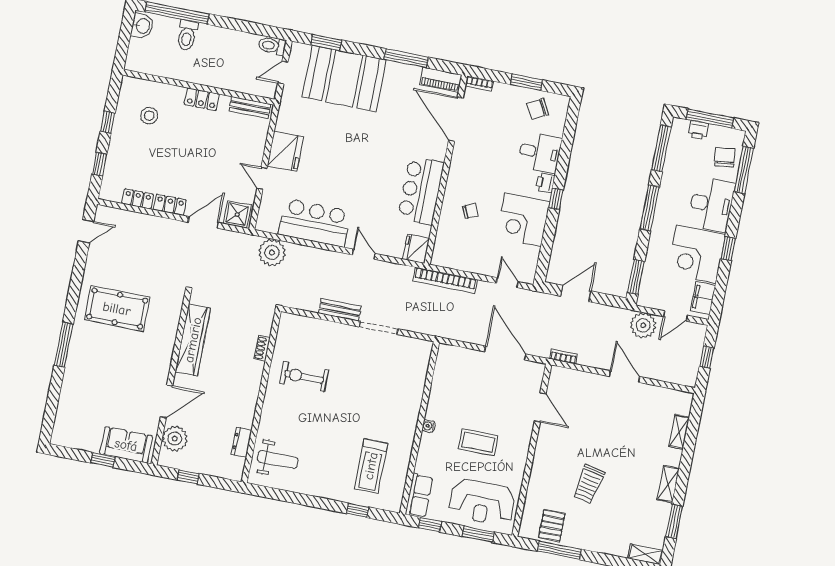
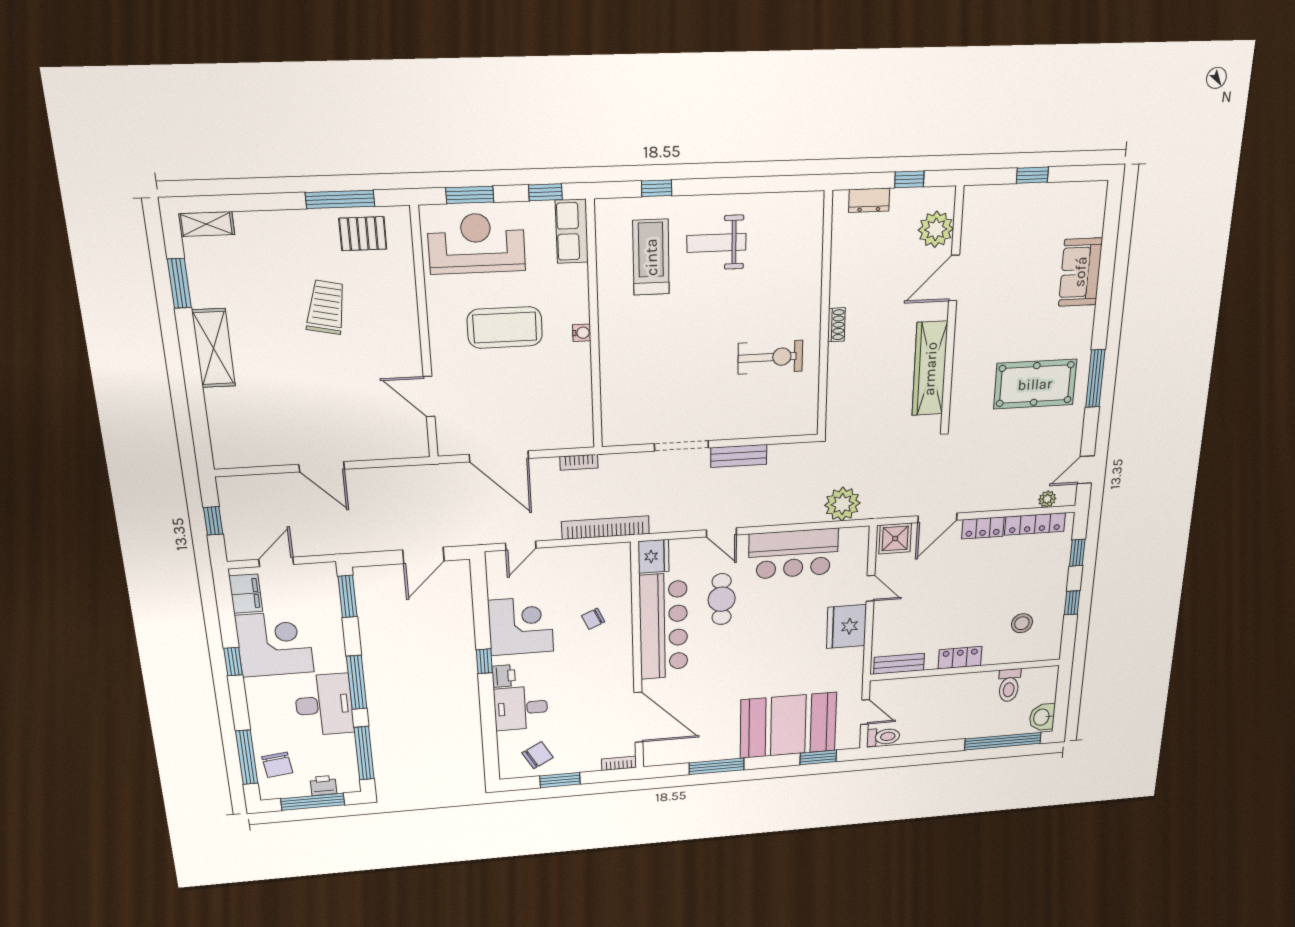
toilet: (187, 35) -> (1009, 685), moved, turned 180
door: (283, 73) -> (865, 712), hinge flipped
piano: (441, 80) -> (668, 755), removed
bar counter: (421, 190) -> (664, 626), width x1.36
locker: (138, 199) -> (1035, 524), width x1.53
cafe table: (374, 201) -> (722, 599), added
desk: (711, 204) -> (324, 705), moved, turned 180
door: (507, 283) -> (521, 546), hinge flipped
plant: (643, 325) -> (1047, 499), moved, width x0.53, depth x0.53
window: (64, 345) -> (1095, 378), moved
shoe rack: (262, 348) -> (836, 325), moved
bookcase: (563, 356) -> (579, 462), moved
shelving: (679, 432) -> (217, 412), removed
dresser: (241, 442) -> (869, 200), moved, turned 90
coffee table: (478, 442) -> (505, 328), width x1.36, depth x1.32
sofa: (126, 445) -> (1080, 272), moved, turned 90
weight bench: (278, 460) -> (716, 243), moved
shelving: (668, 484) -> (214, 348), width x1.50, depth x1.33
pallet: (552, 526) -> (363, 234), turned 90

